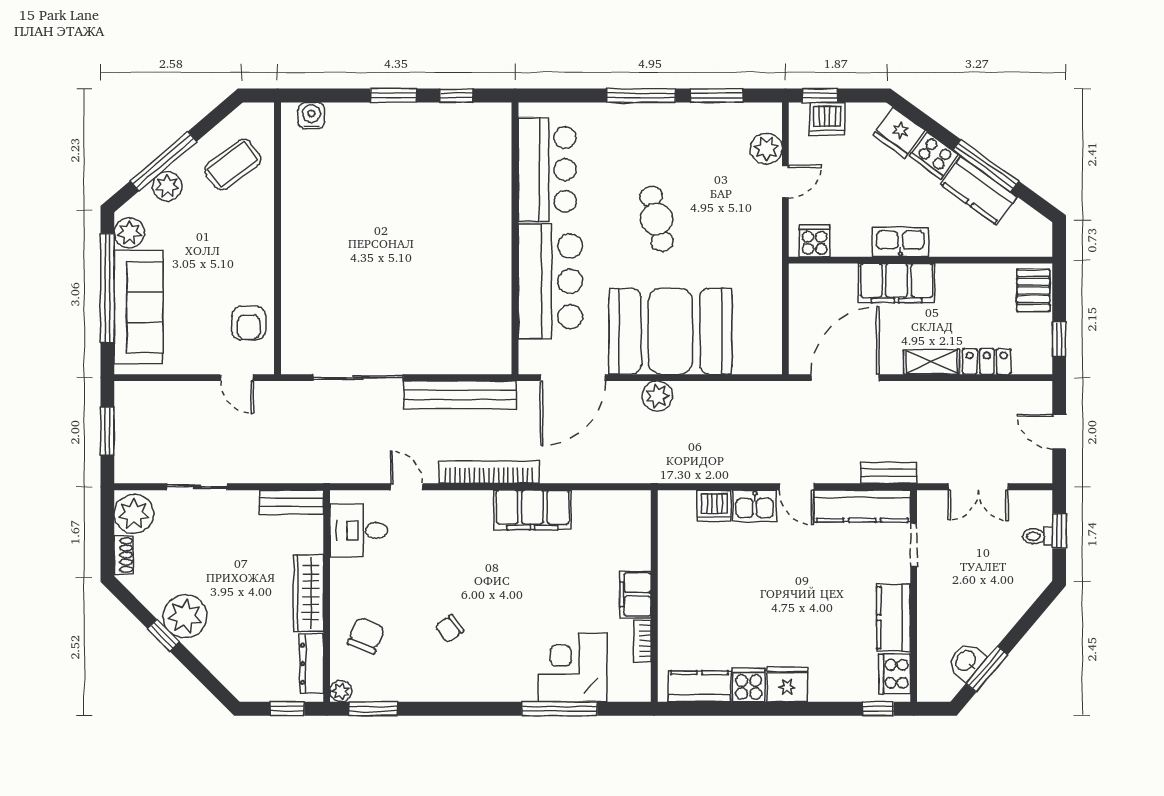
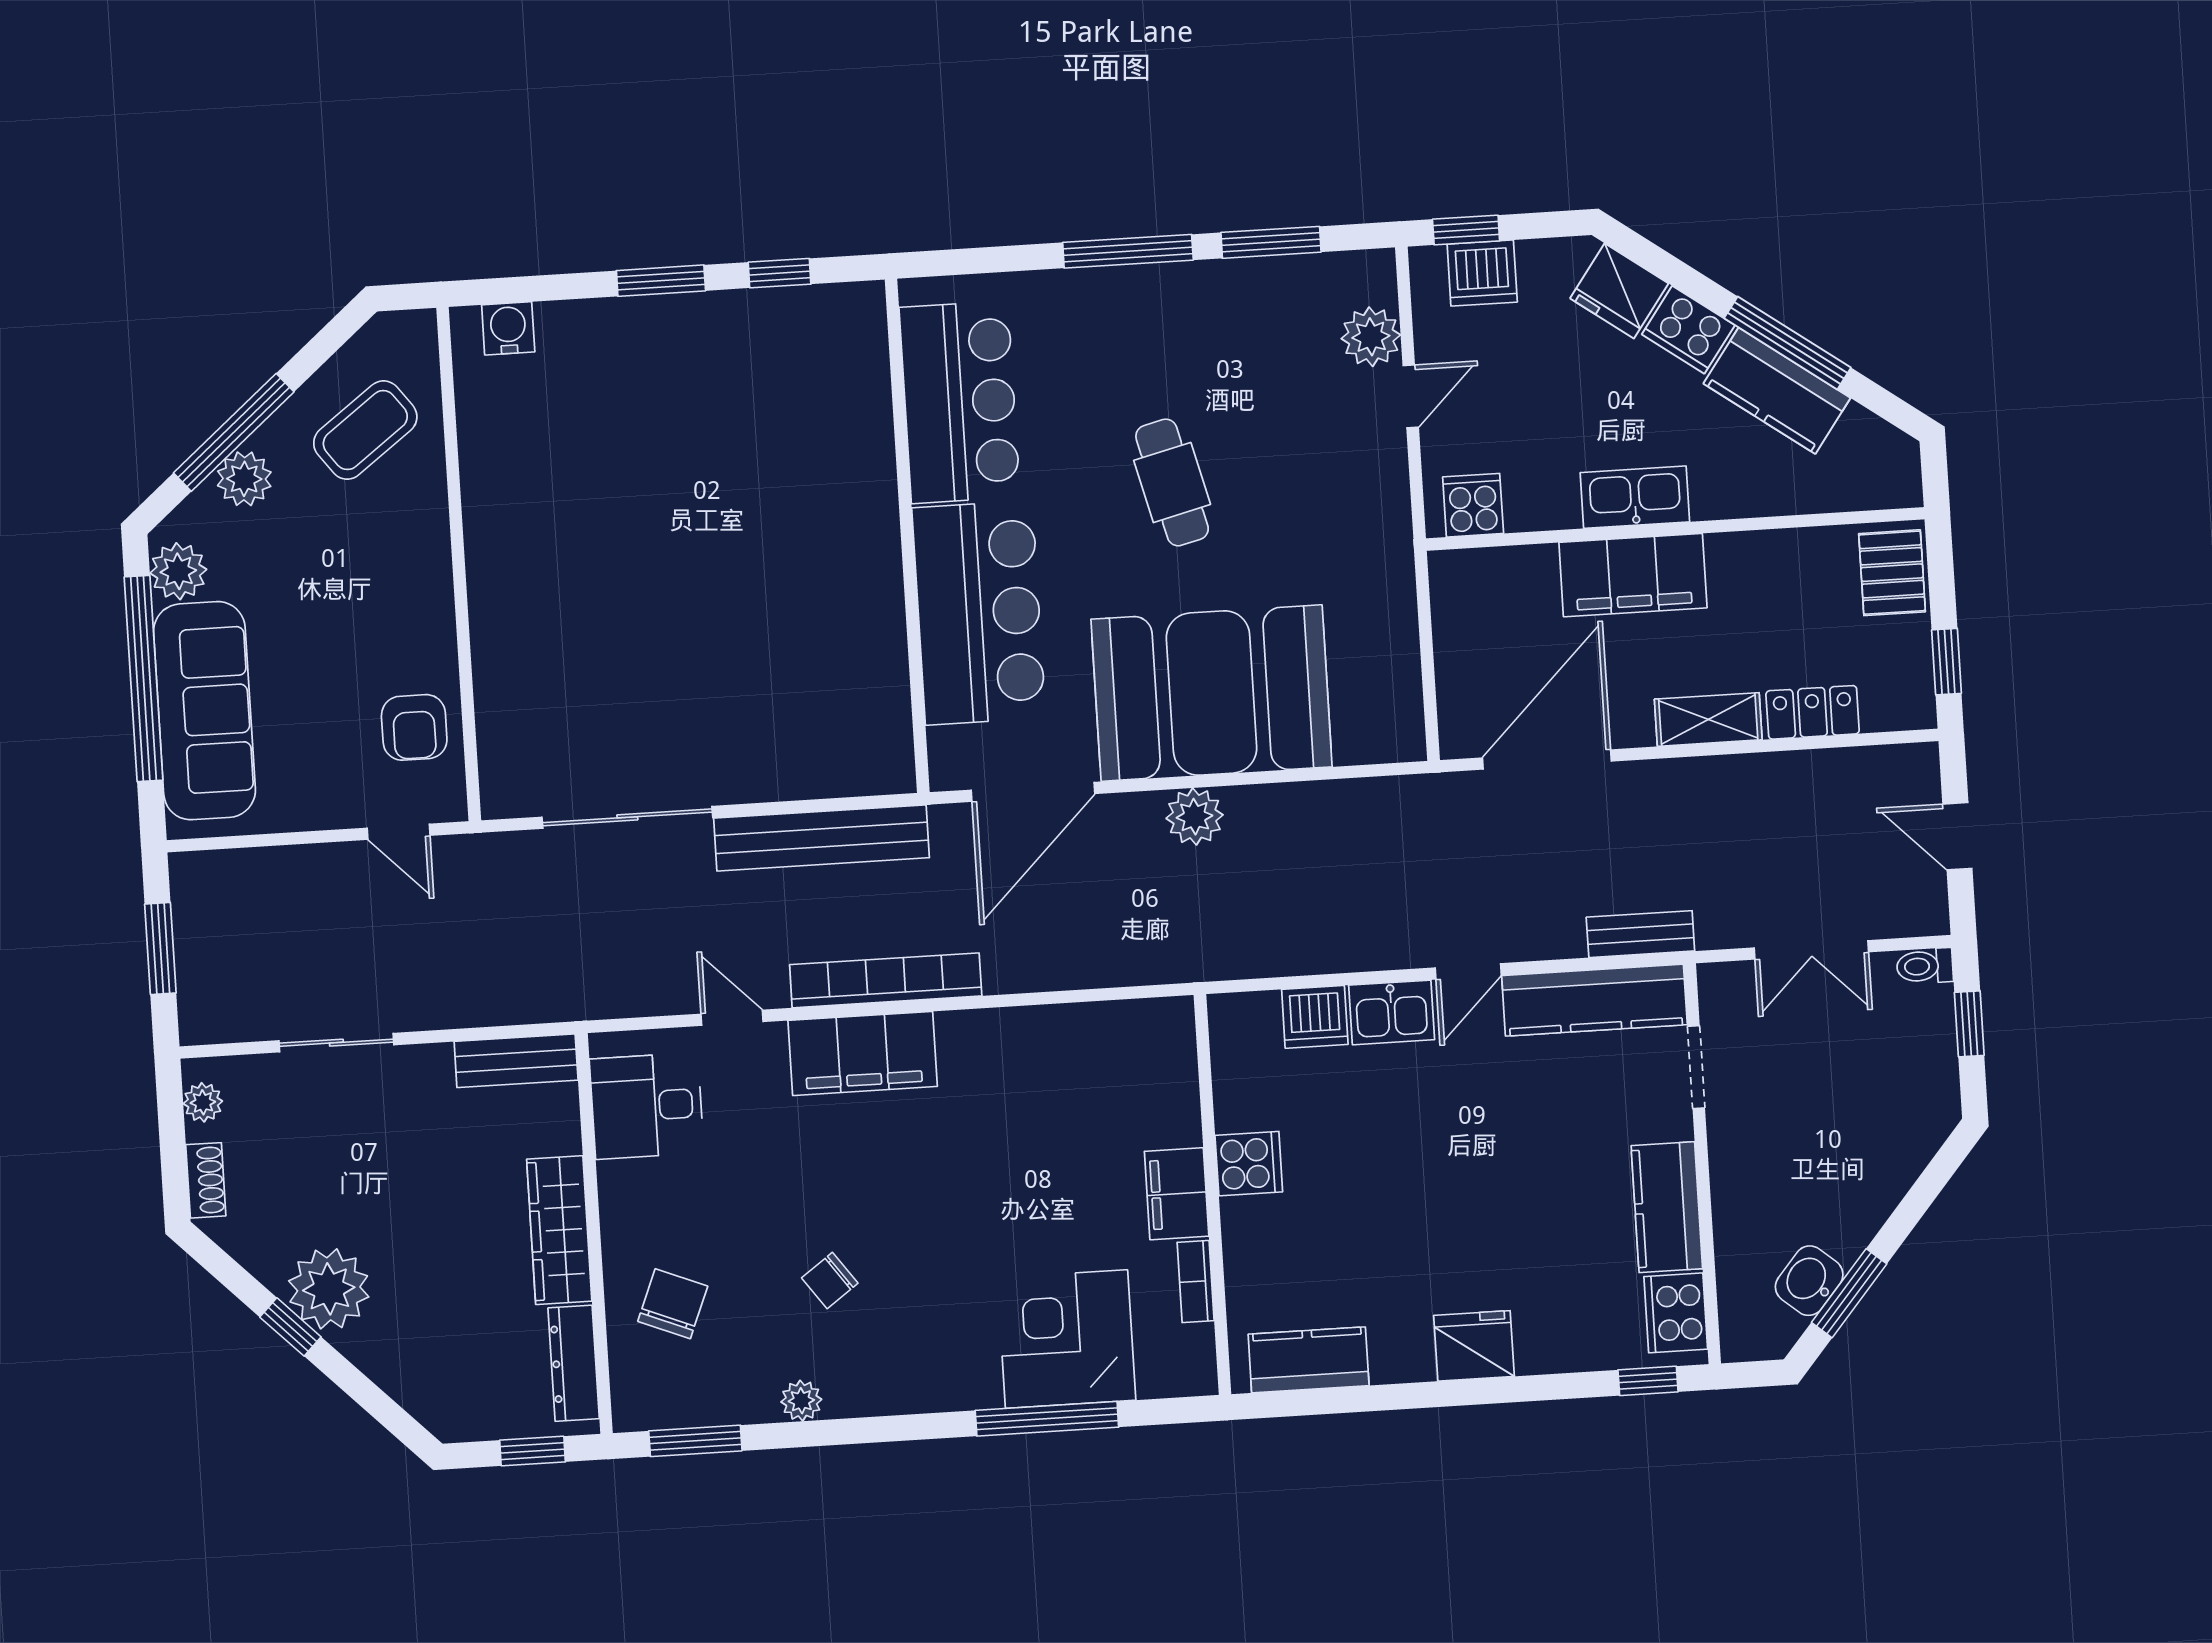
door: (797, 487) -> (1468, 971), hinge flipped
filing cabinet: (533, 510) -> (863, 1053), moved
plant: (134, 514) -> (203, 1102), width x0.53, depth x0.53
toilet: (1038, 536) -> (1925, 966), moved
cooker: (749, 685) -> (1249, 1164), moved, turned 90
plant: (341, 691) -> (801, 1401), moved

